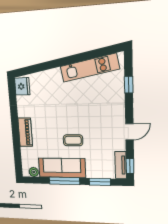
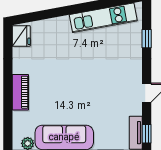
coffee table: (73, 140) -> (80, 103), removed

